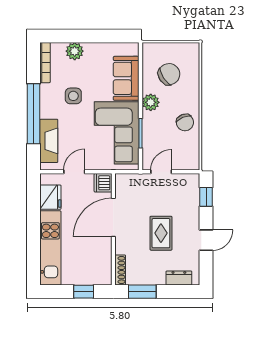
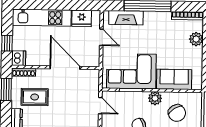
side table: (73, 96) -> (161, 38), removed
dishwasher: (103, 183) -> (19, 58), moved, turned 90
rug: (161, 233) -> (35, 97), moved

